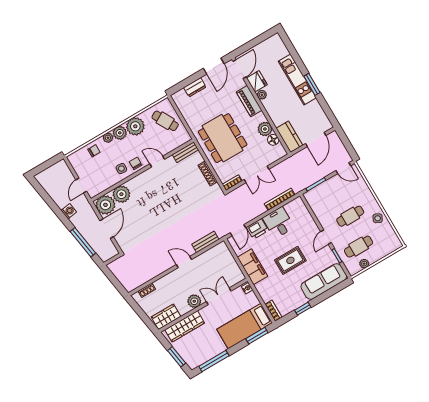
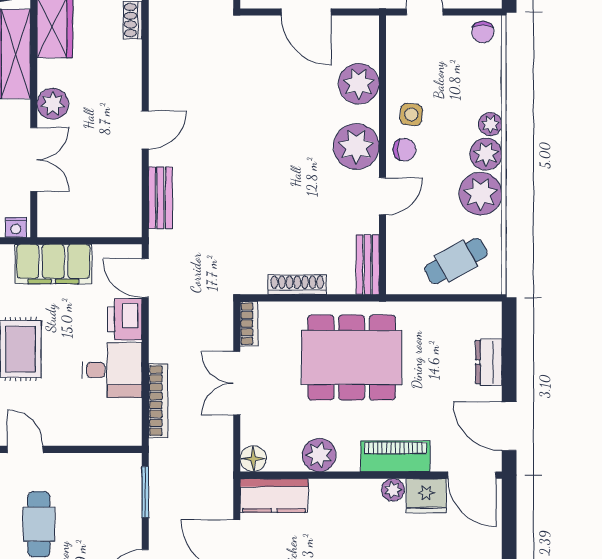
floor lamp: (273, 140) -> (253, 459), moved
chair: (94, 151) -> (483, 32), moved
plant: (105, 205) -> (356, 147), moved

